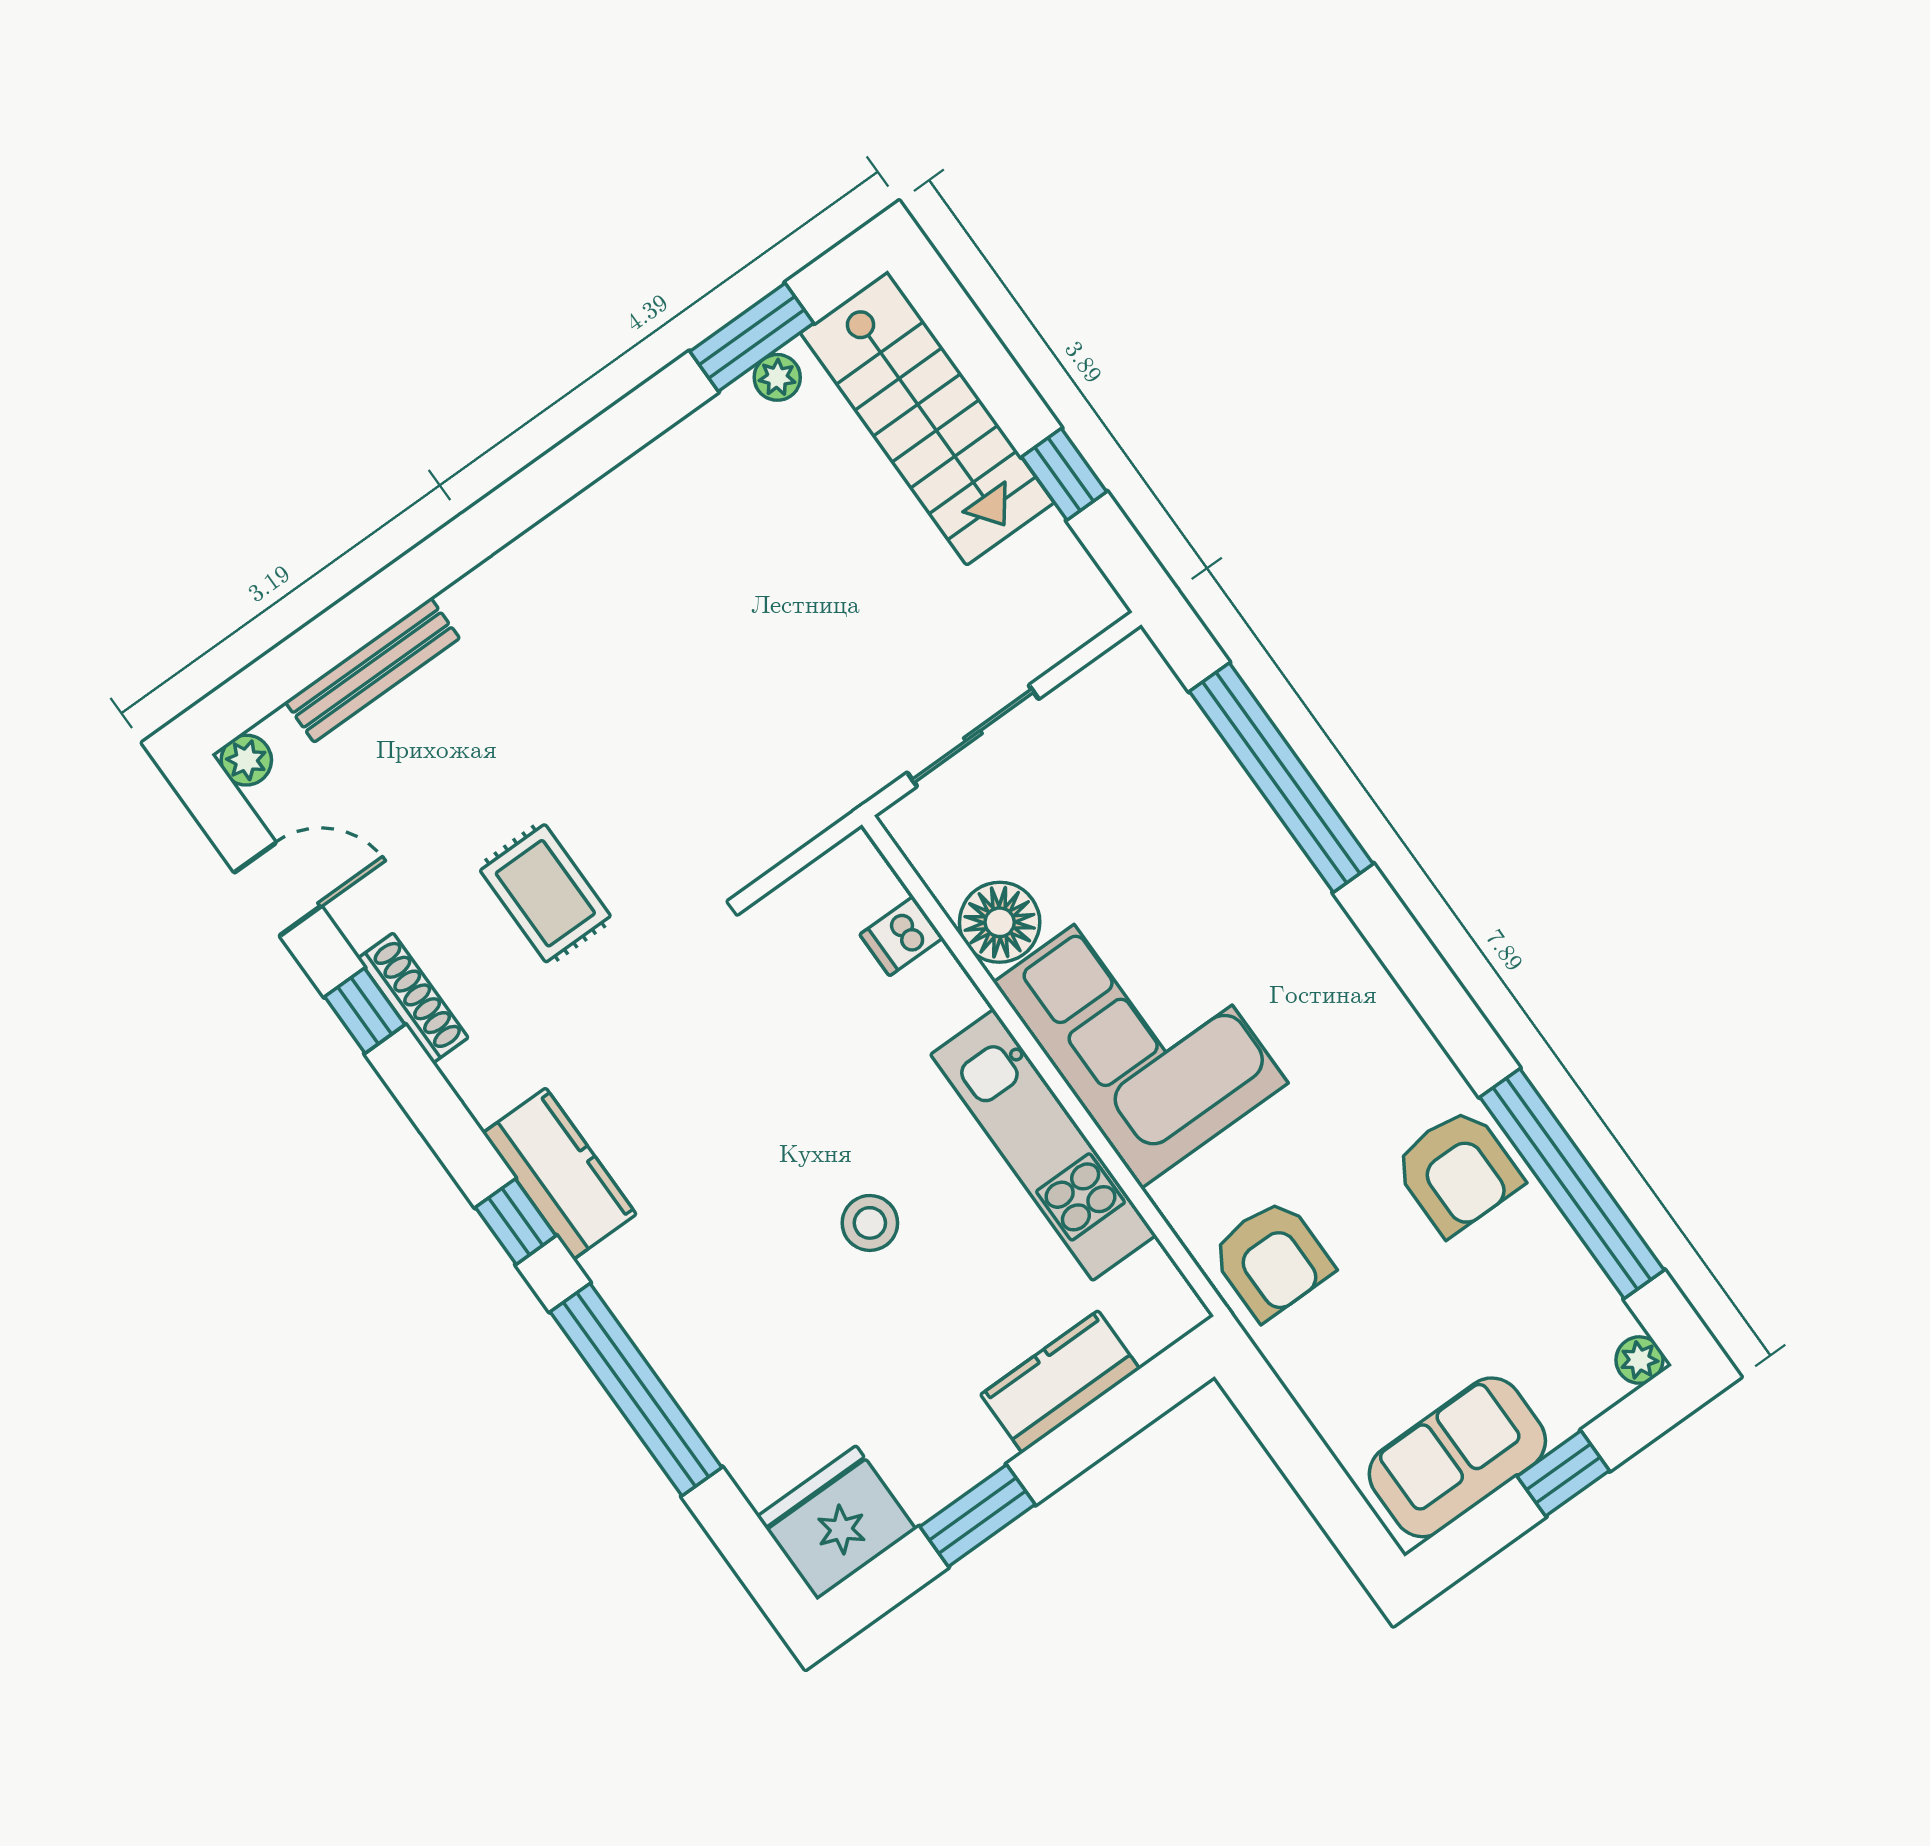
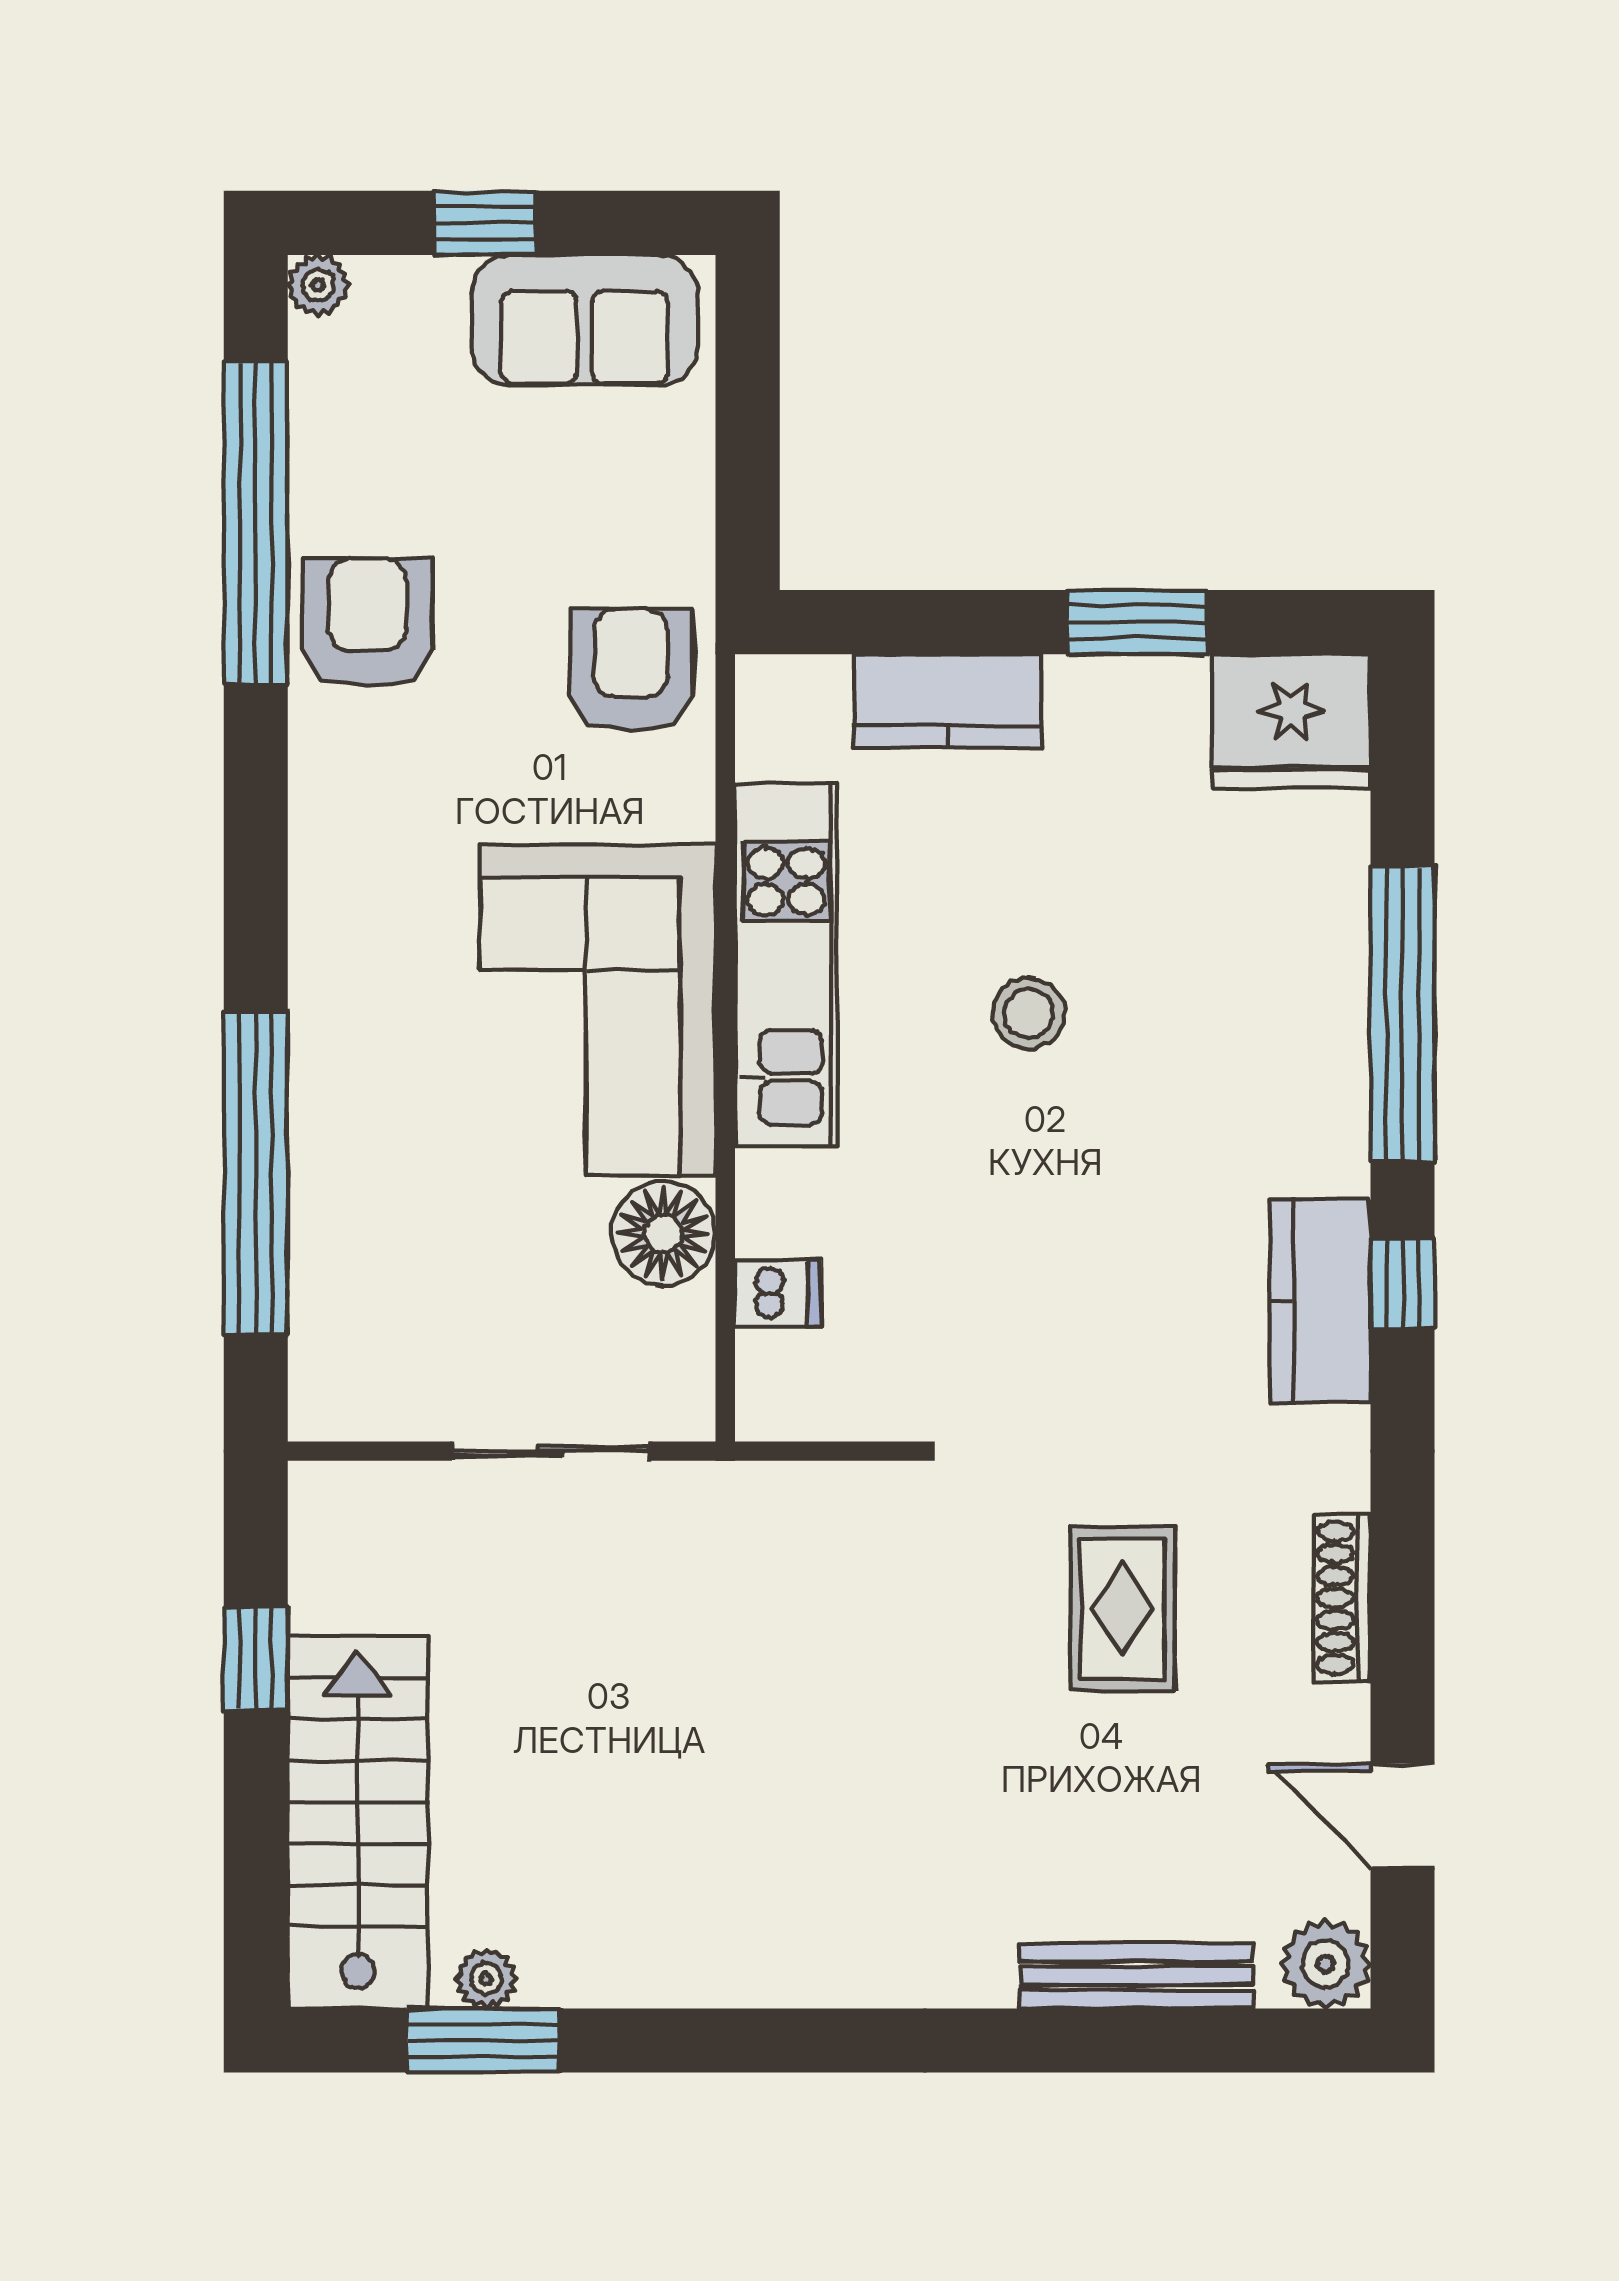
plant: (246, 760) -> (1326, 1964), width x1.38, depth x1.38
window: (365, 1011) -> (1403, 1621), removed

